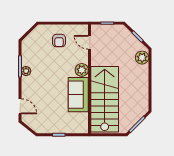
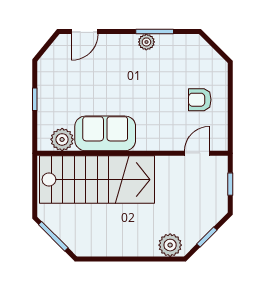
plant: (82, 70) -> (62, 139), moved

